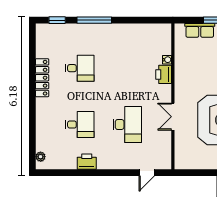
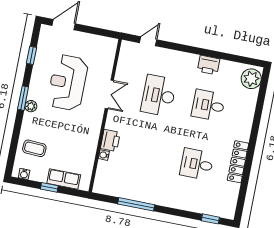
window: (94, 20) -> (136, 204), moved
plant: (41, 157) -> (251, 79), width x1.87, depth x1.87

